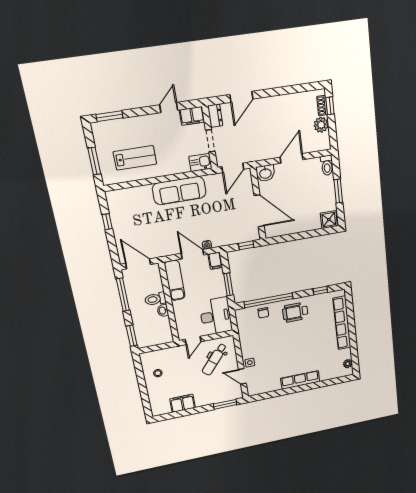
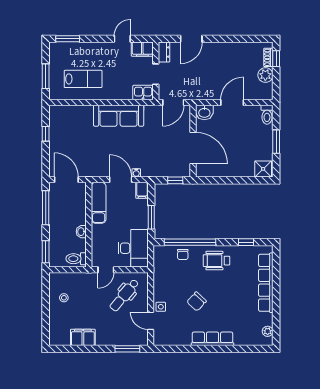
toilet: (155, 299) -> (76, 259), moved
chair: (282, 351) -> (197, 301), added

